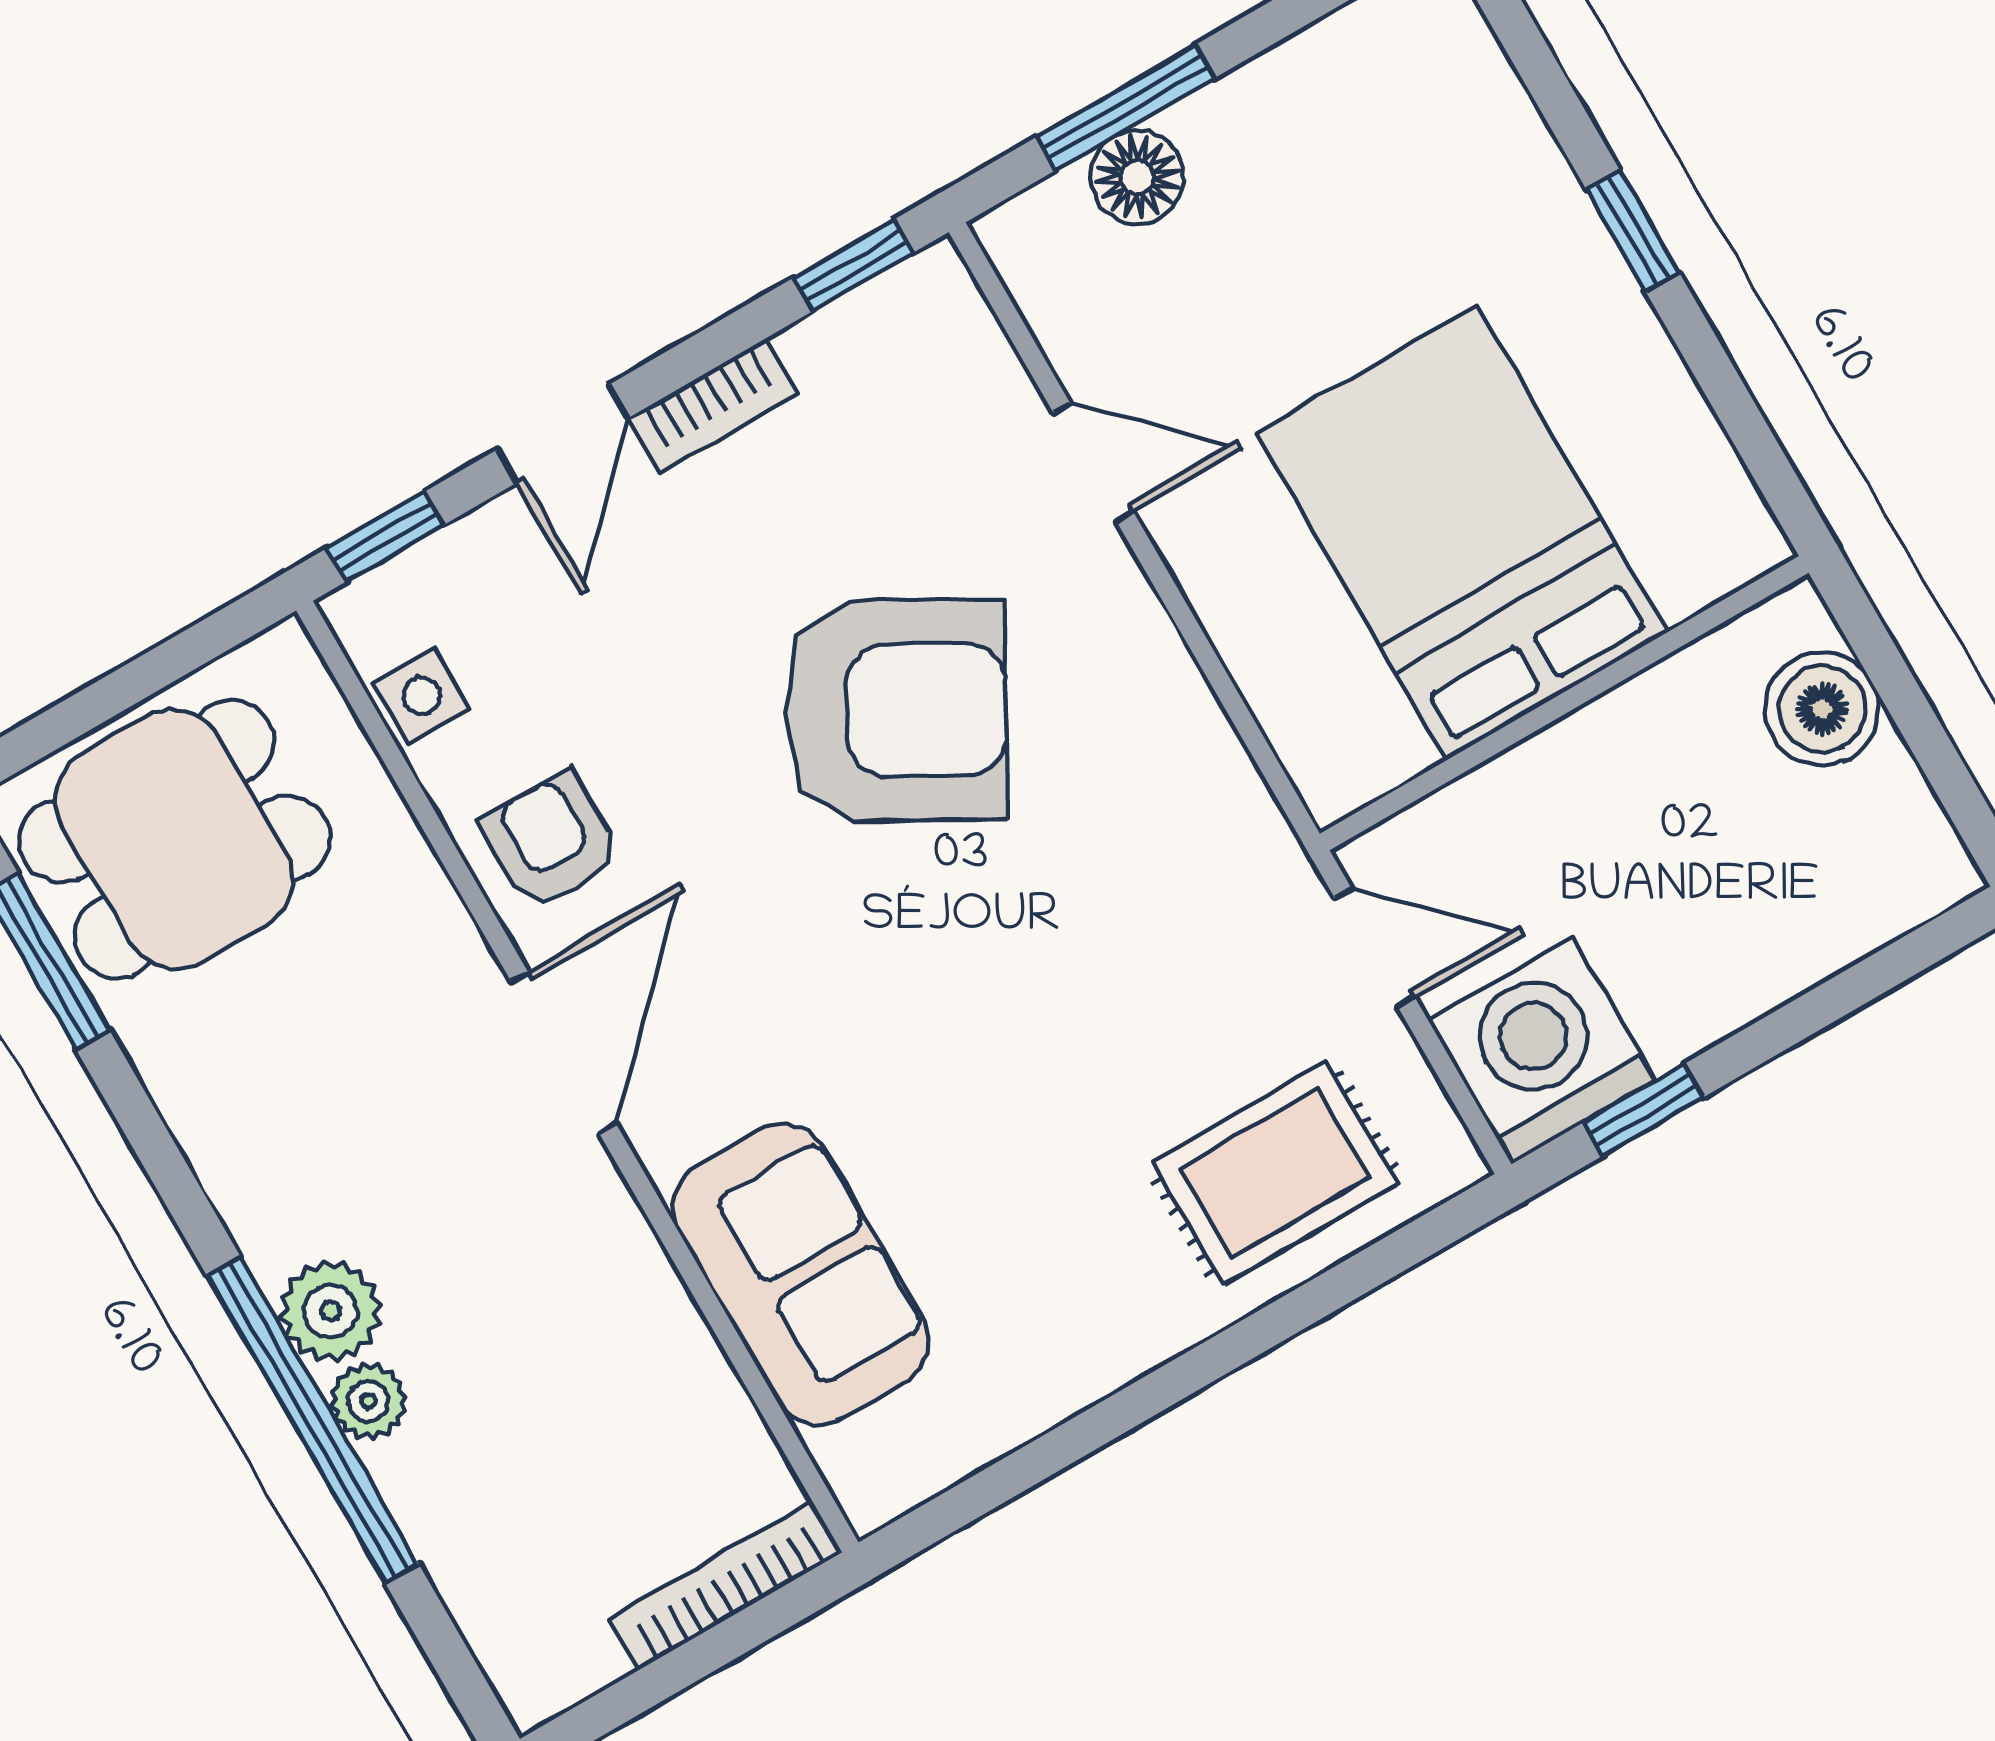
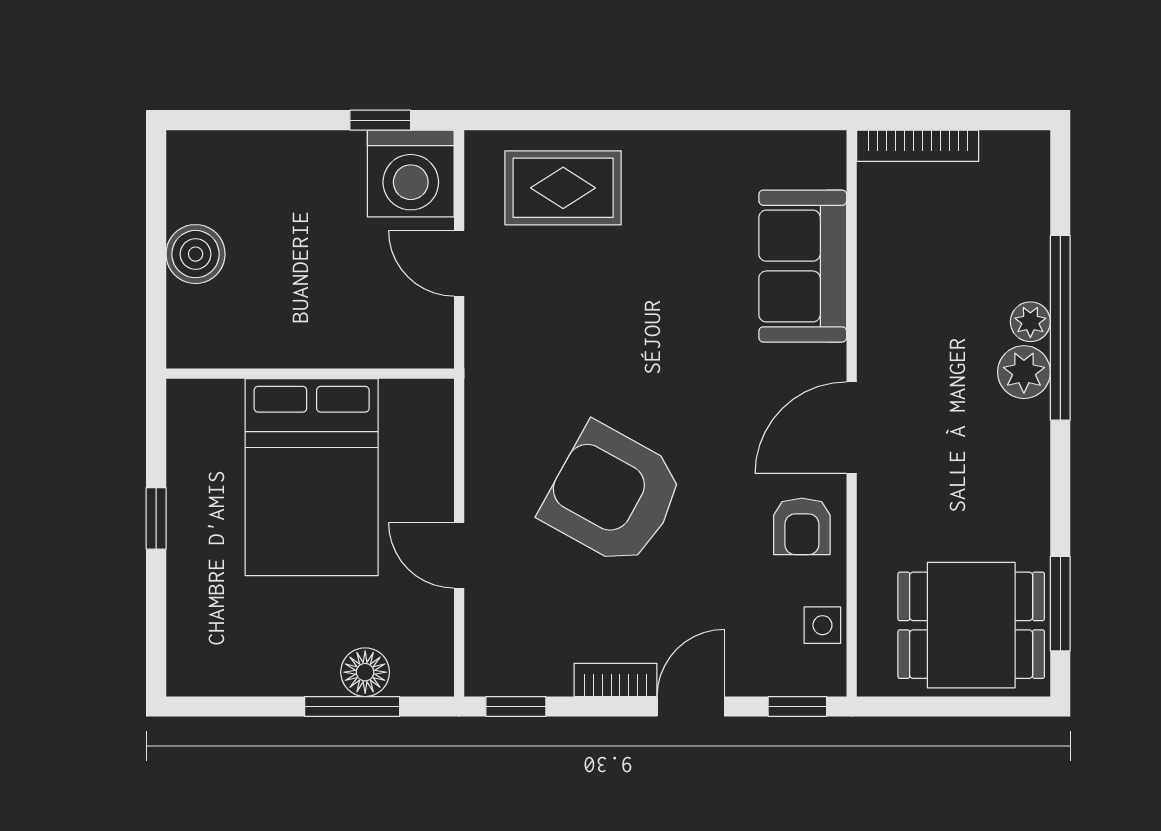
bed: (1462, 533) -> (312, 477), moved
wall: (1564, 703) -> (310, 374), moved

